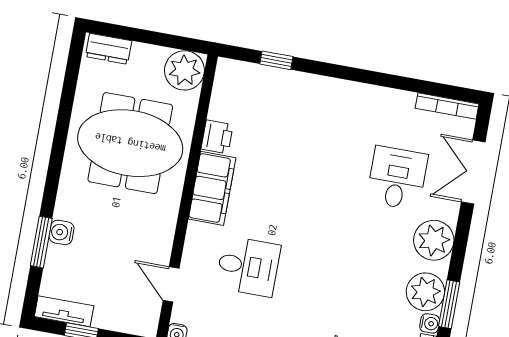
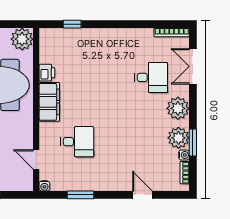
desk: (397, 178) -> (151, 77), turned 90

